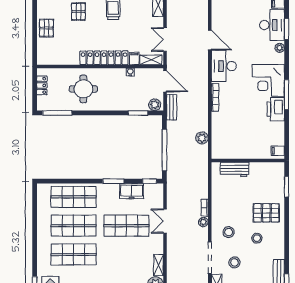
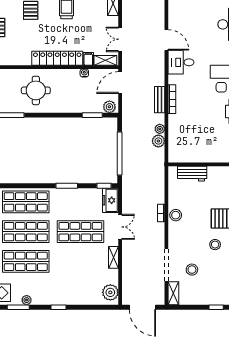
desk: (224, 66) -> (181, 62), width x0.73
door: (165, 81) -> (120, 83), swing flipped
bench: (172, 107) -> (160, 100), moved
freezer: (132, 191) -> (110, 200), moved, turned 90
double door: (165, 221) -> (120, 227), swing flipped
plant: (203, 222) -> (160, 129), moved
stool: (229, 232) -> (176, 215), moved
shelving: (159, 265) -> (113, 257), moved

